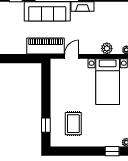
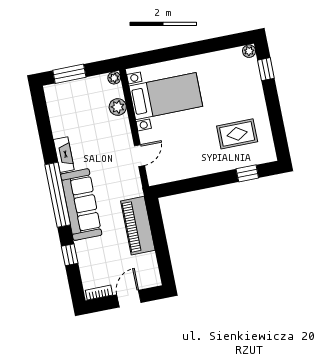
piano: (46, 46) -> (138, 226), moved
door: (72, 56) -> (139, 156), swing flipped

